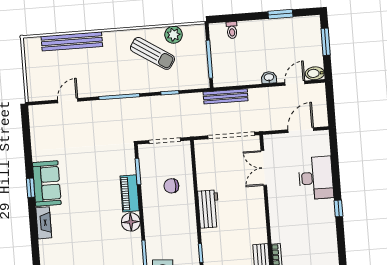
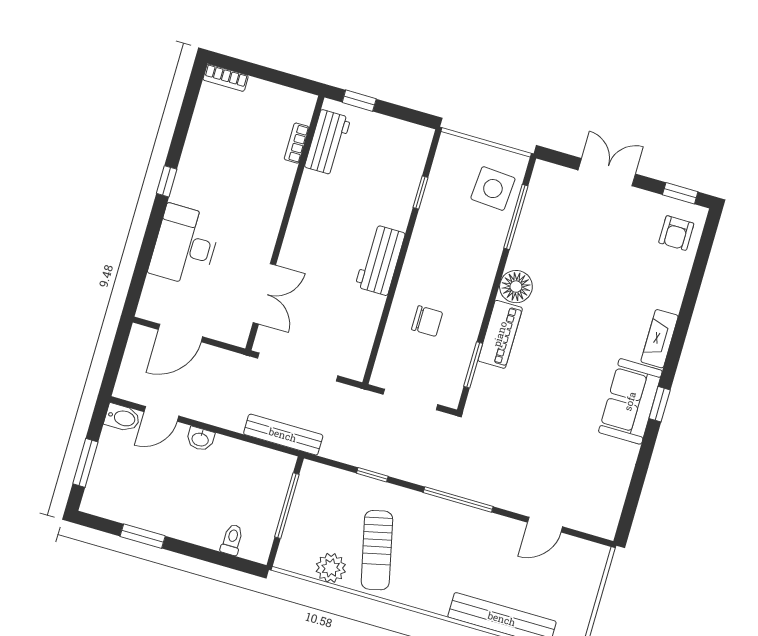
sun lounger: (152, 53) -> (377, 550), turned -136

